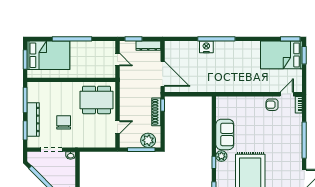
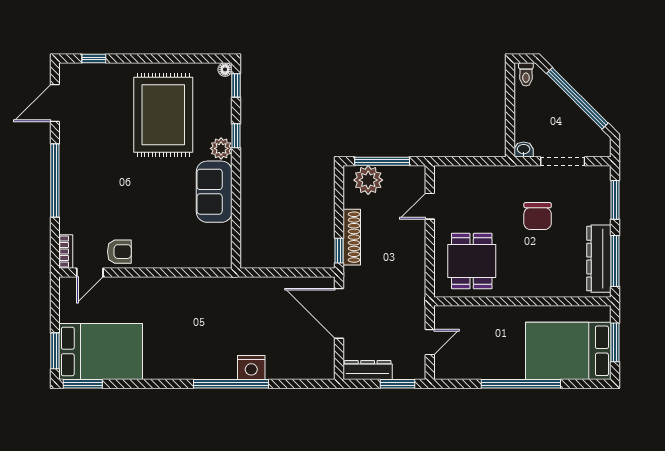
door: (117, 60) -> (430, 342), swing flipped
dining table: (97, 100) -> (472, 261), width x0.73
dresser: (33, 119) -> (599, 259), moved

